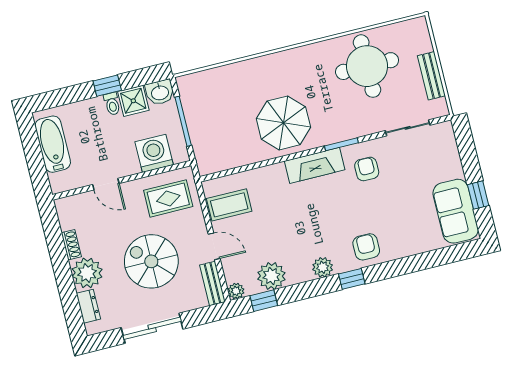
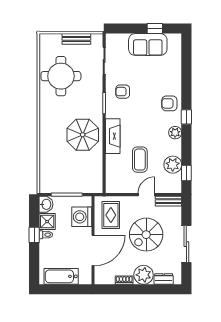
fireplace: (315, 165) -> (113, 136), moved
door: (106, 184) -> (93, 250), width x1.88
coffee table: (229, 205) -> (140, 160), moved
sofa: (456, 211) -> (148, 45), moved
plant: (236, 291) -> (176, 188), removed

